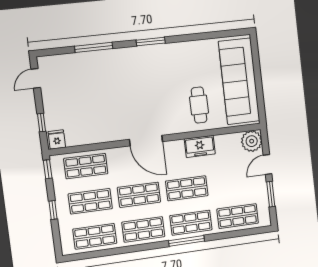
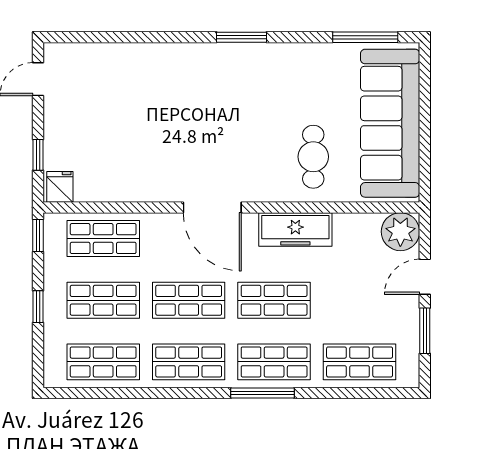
window: (94, 47) -> (365, 37), moved
freezer: (200, 146) -> (295, 230), width x1.40

